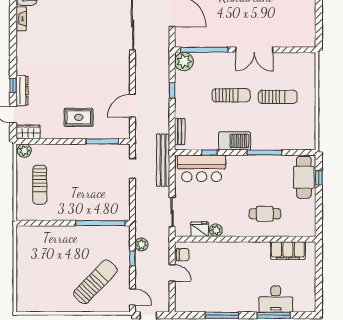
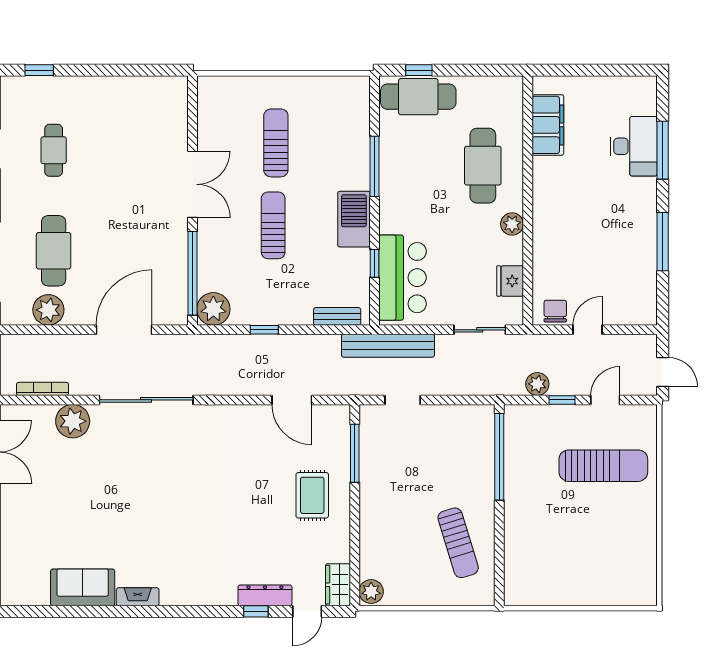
sun lounger: (40, 185) -> (458, 543), moved, turned 73
cafe table: (265, 214) -> (483, 166), width x1.37, depth x1.35
plant: (216, 230) -> (512, 224), moved
sun lounger: (95, 282) -> (603, 466), turned 136
door: (133, 297) -> (605, 400), moved

